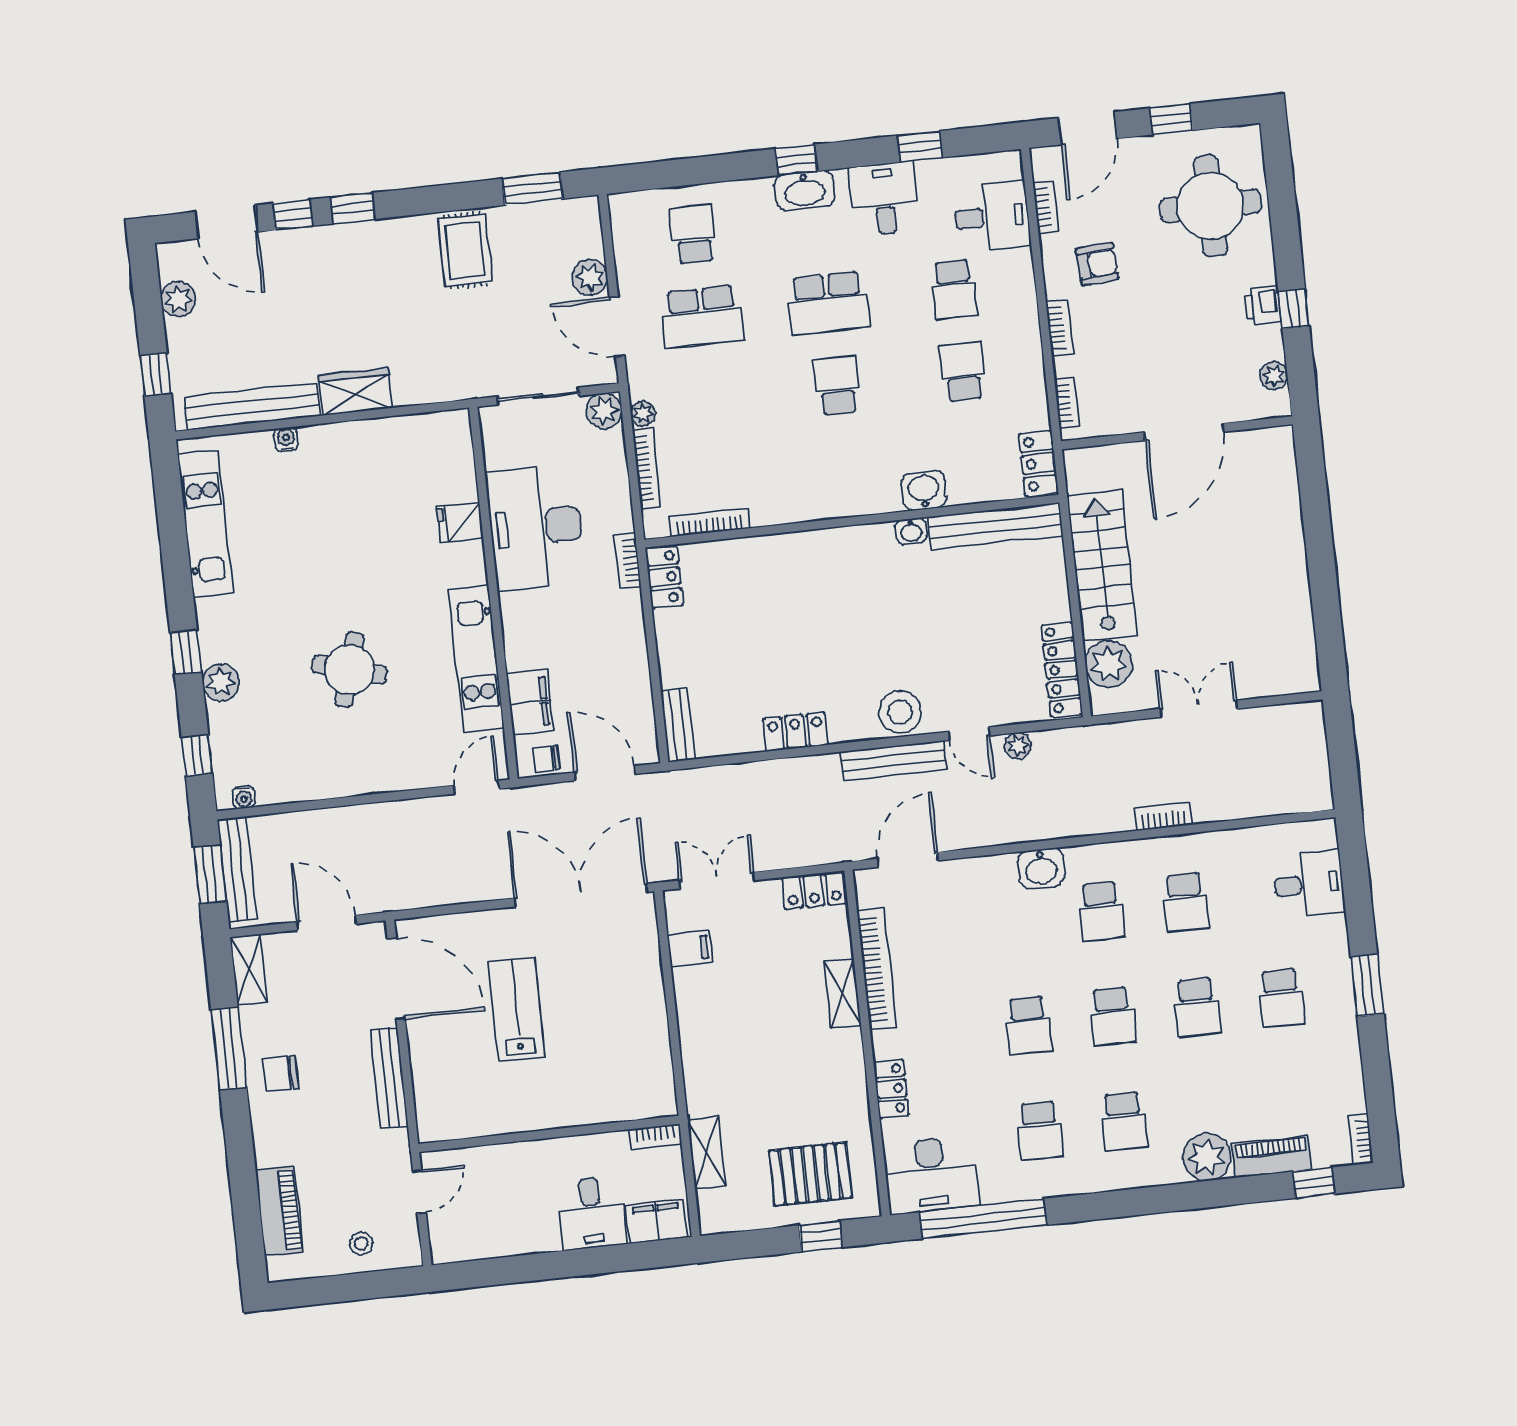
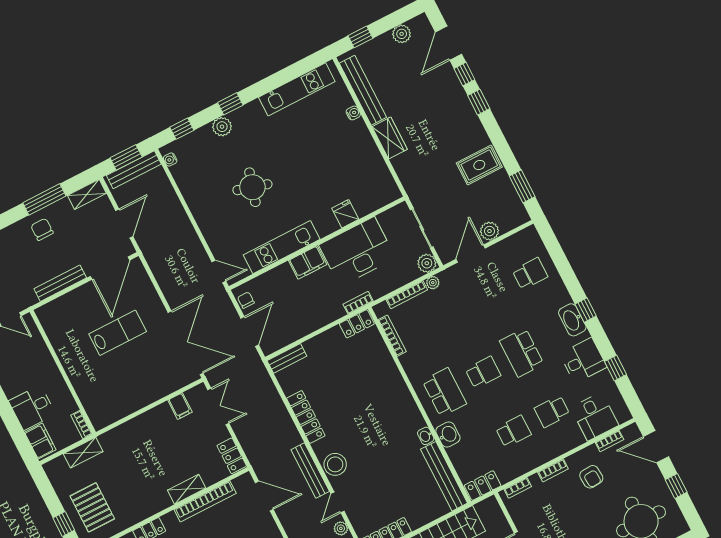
school desk: (702, 317) -> (444, 392), moved, turned 180
filing cabinet: (530, 702) -> (308, 263), moved
locker: (795, 732) -> (306, 417), width x1.53

